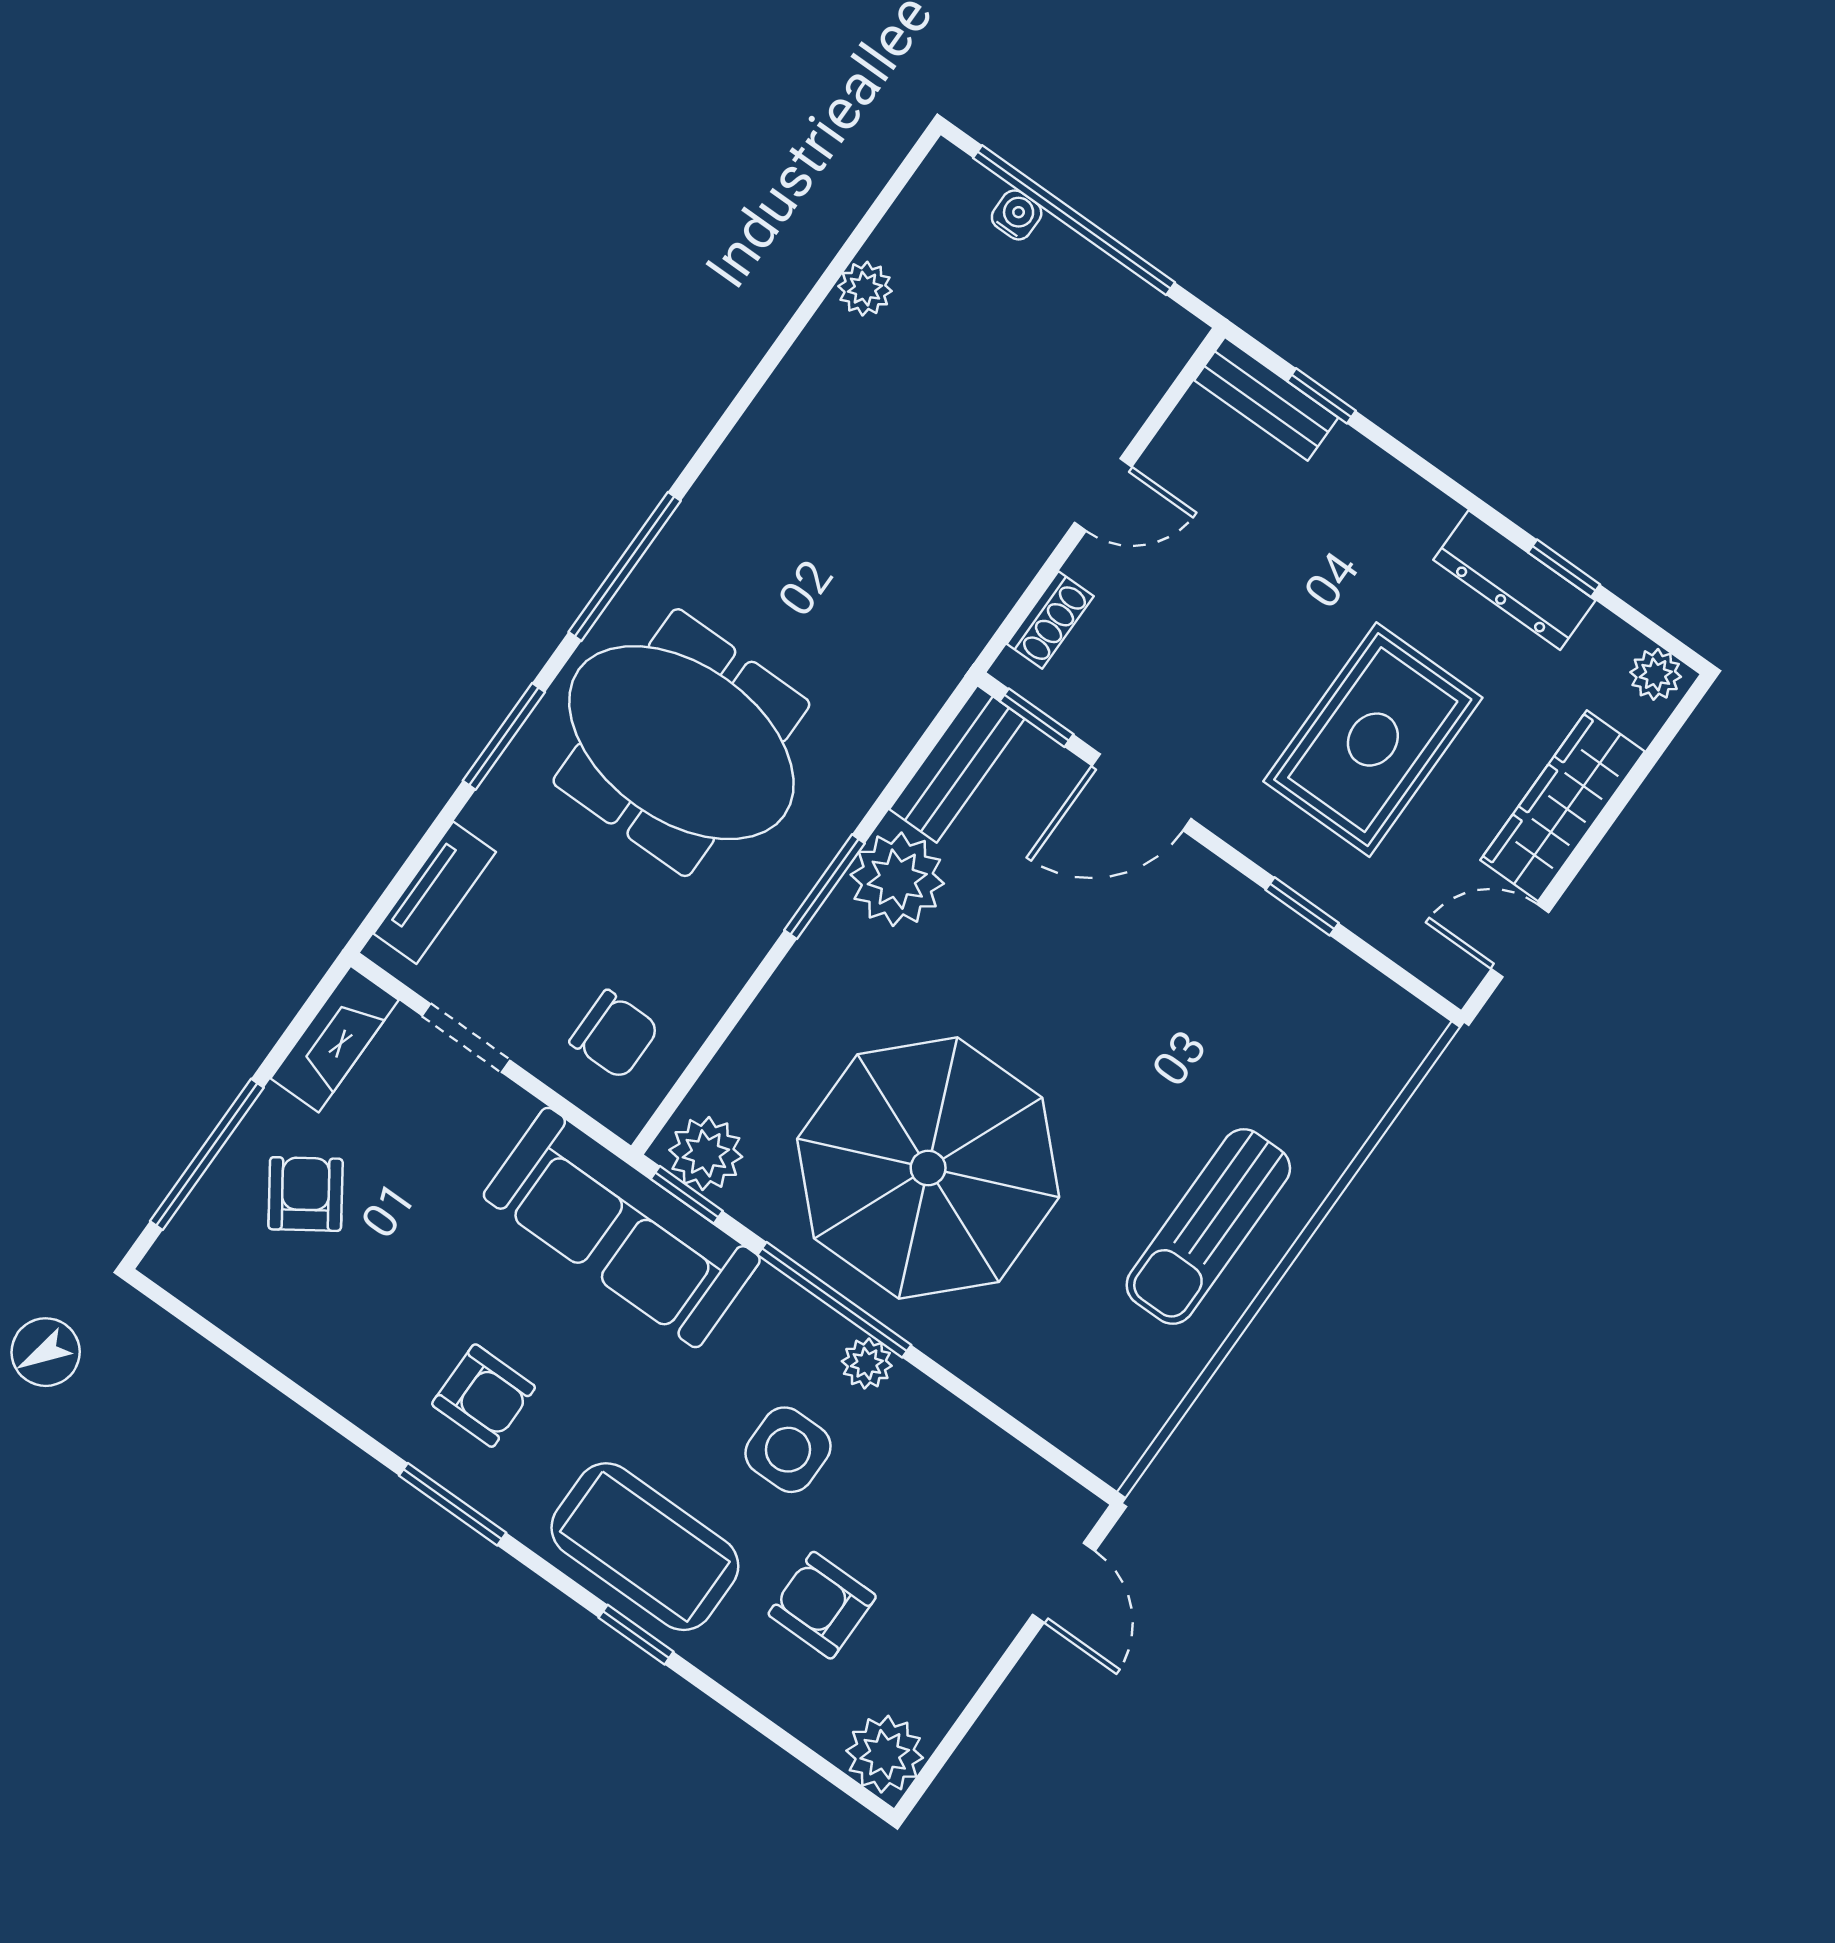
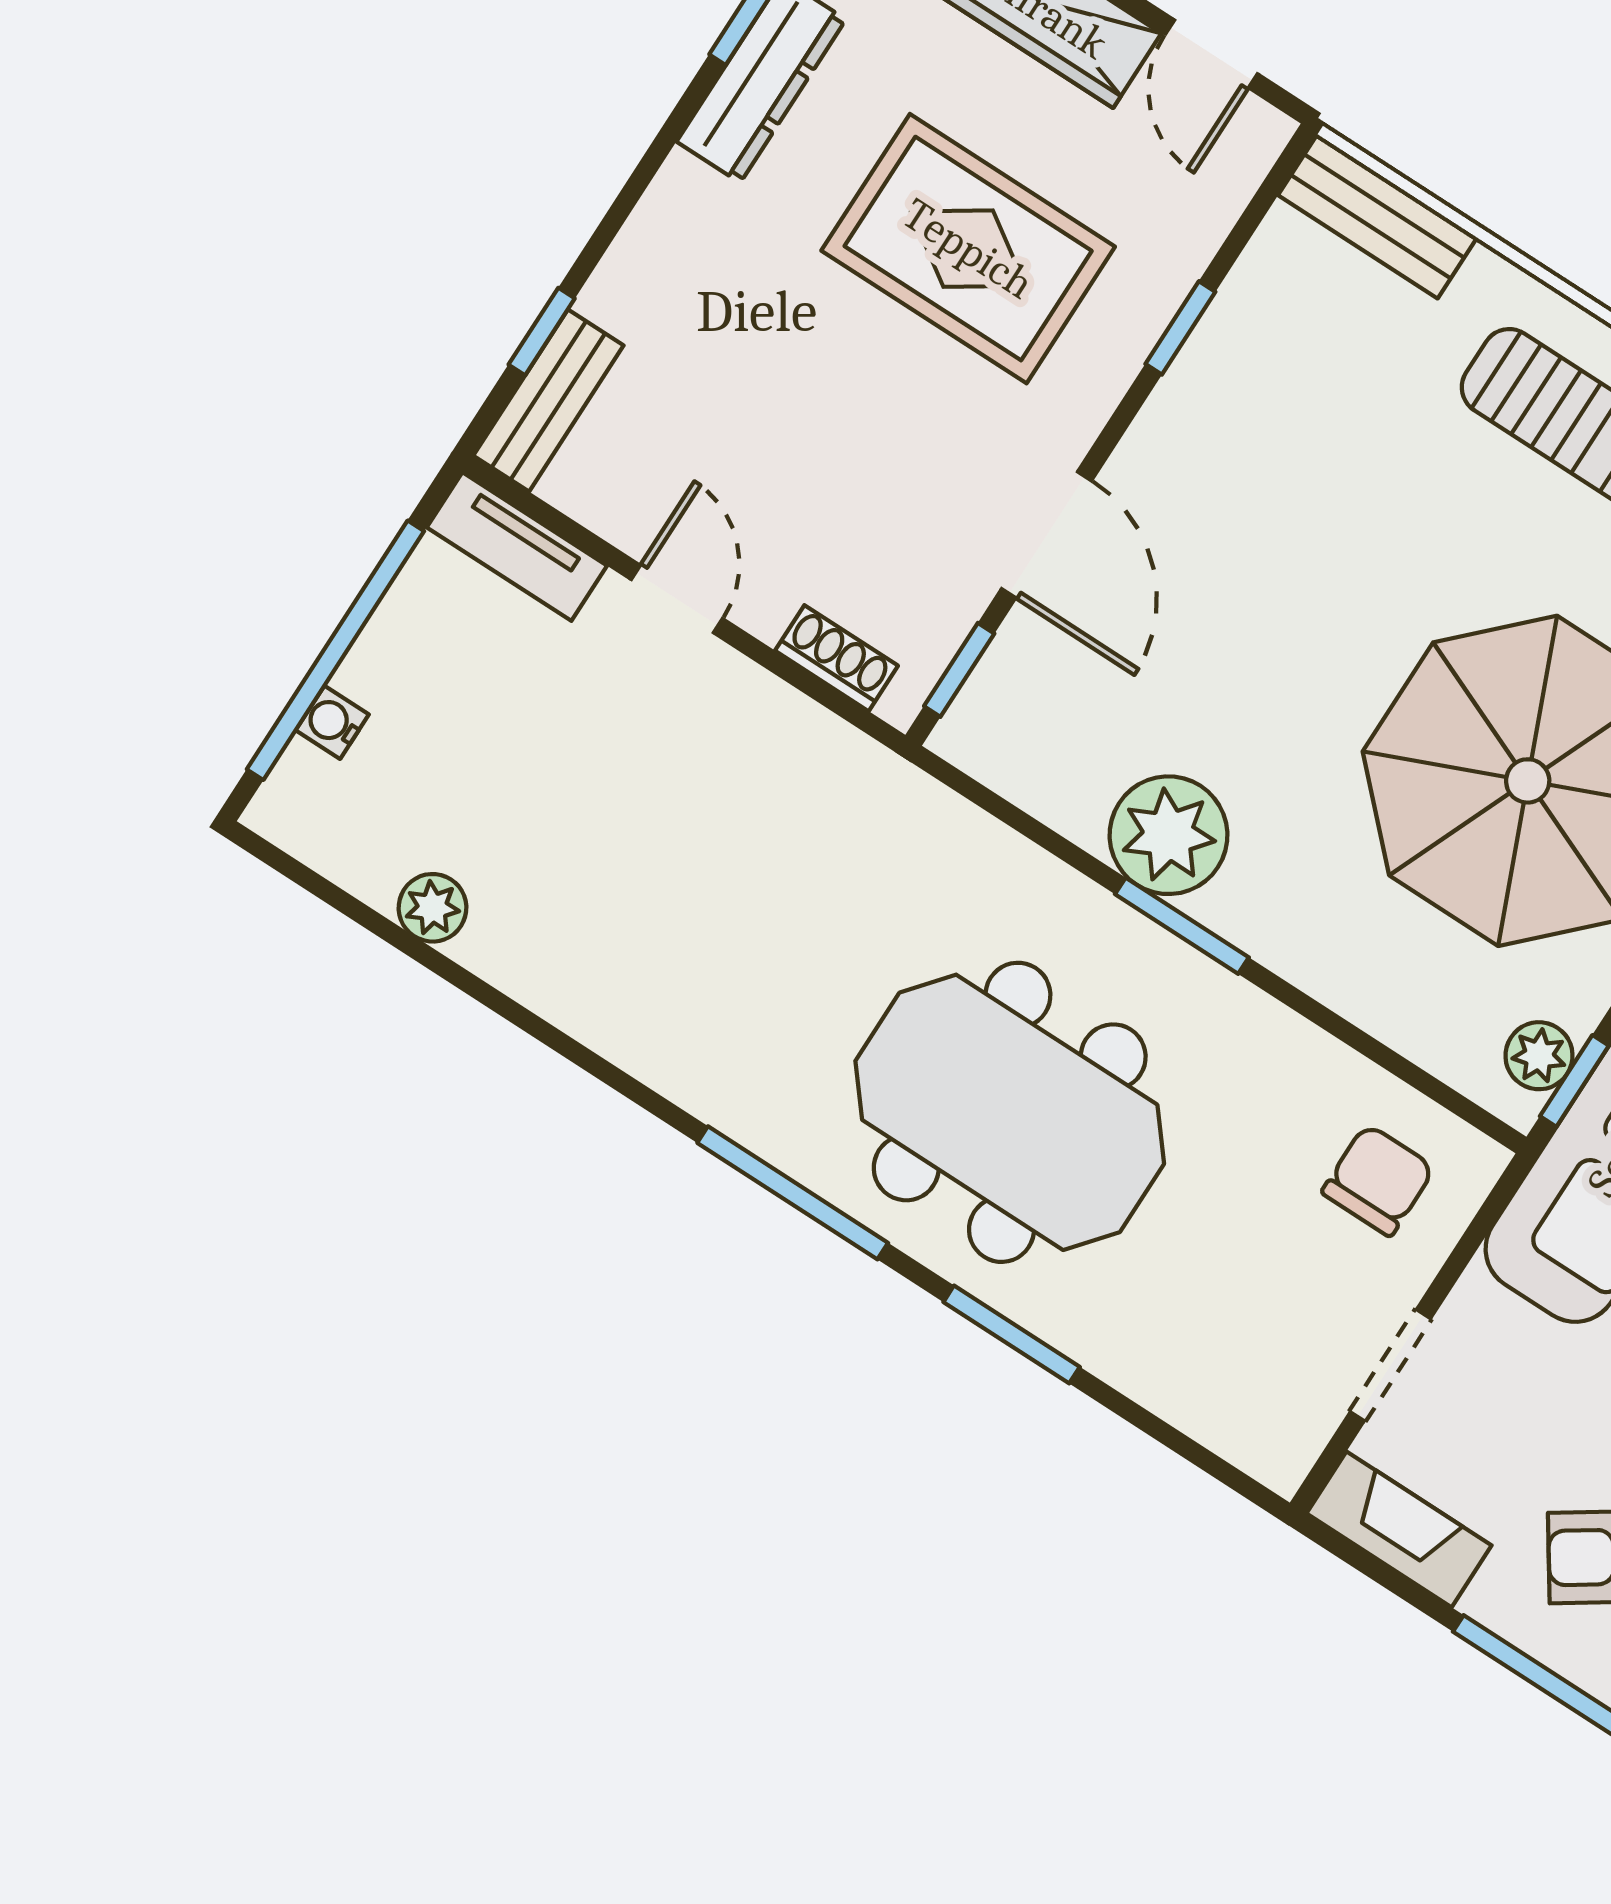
meeting table: (681, 743) -> (1010, 1112), turned 90
bench: (957, 764) -> (1378, 216), moved
tv unit: (435, 893) -> (517, 547), moved, turned 180
plant: (706, 1153) -> (1539, 1056), width x0.73, depth x0.73

